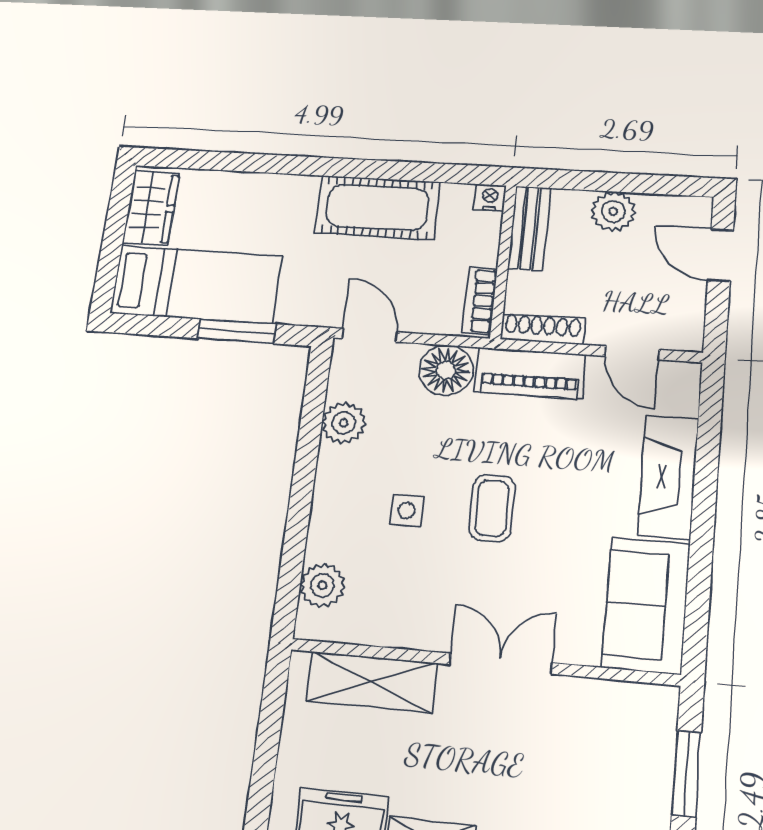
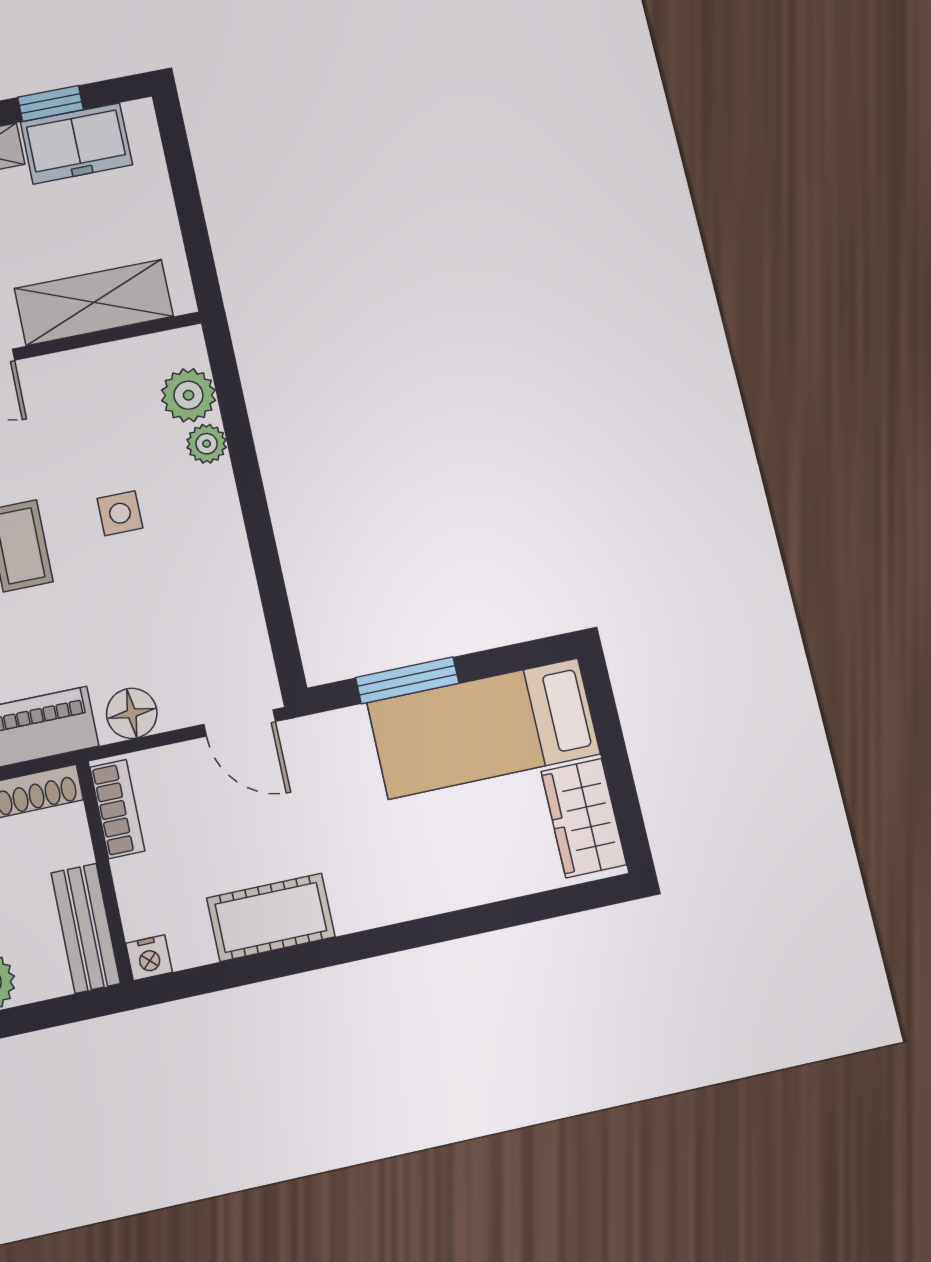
cot: (377, 207) -> (271, 917), width x0.73, depth x0.75
floor lamp: (446, 370) -> (132, 713), width x0.73, depth x0.73
plant: (344, 423) -> (207, 444), moved, width x0.73, depth x0.73

